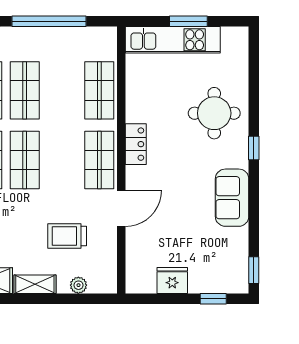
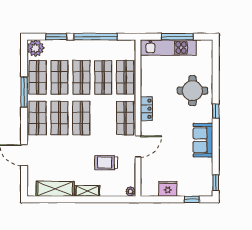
window: (188, 21) -> (177, 37), width x1.44
shop shelf: (62, 90) -> (103, 77), added
plant: (78, 285) -> (131, 191), moved

